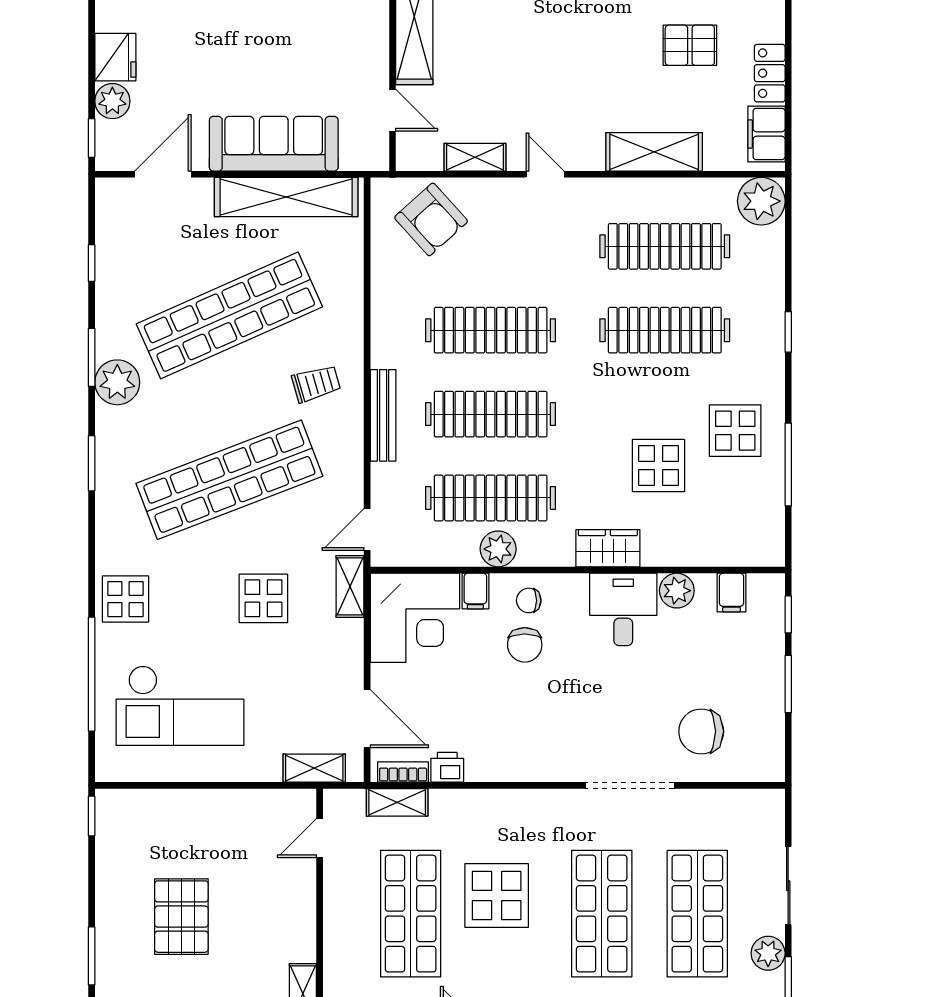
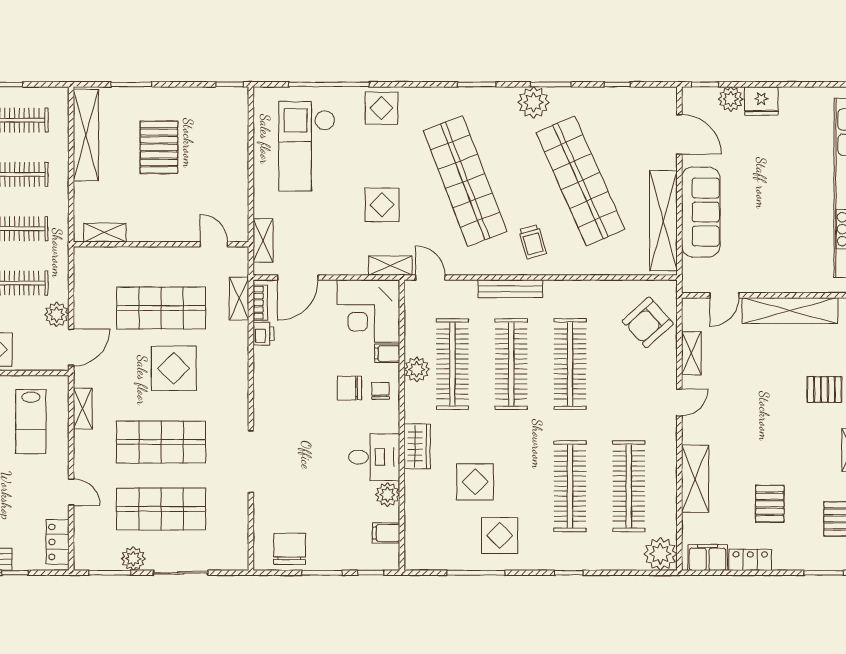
chair: (701, 731) -> (290, 549), moved
pallet: (181, 917) -> (159, 147), turned 90

